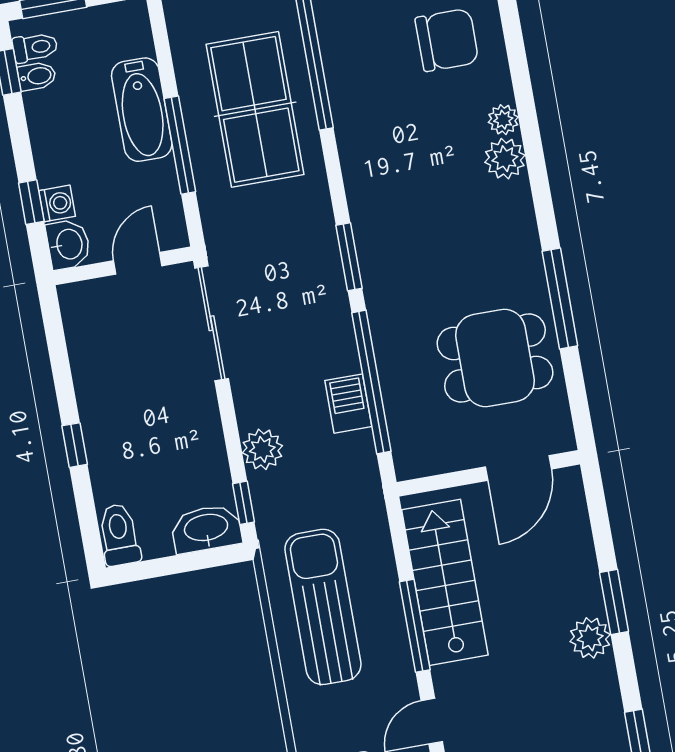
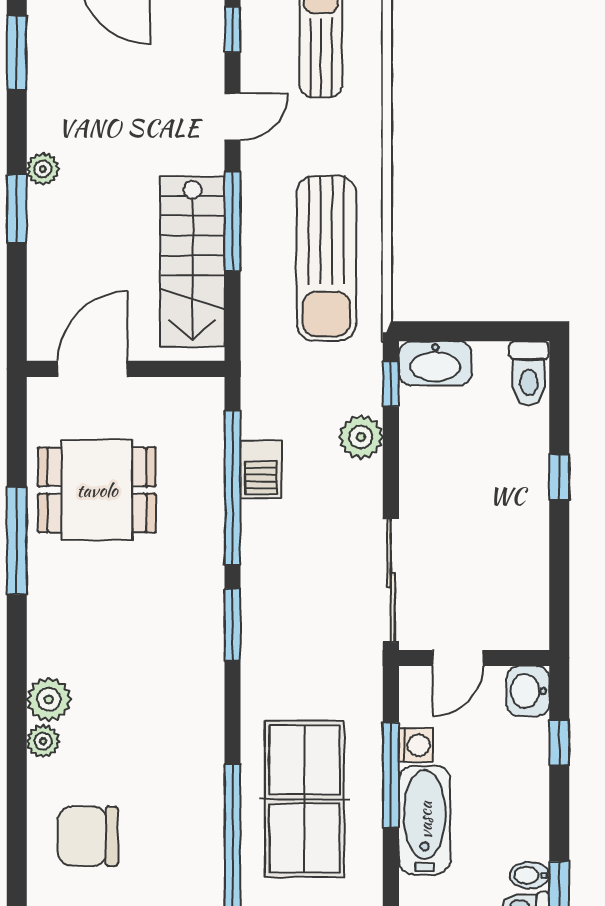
washing machine: (57, 203) -> (416, 745), moved, turned 180
plant: (590, 638) -> (43, 169), width x0.73, depth x0.73

